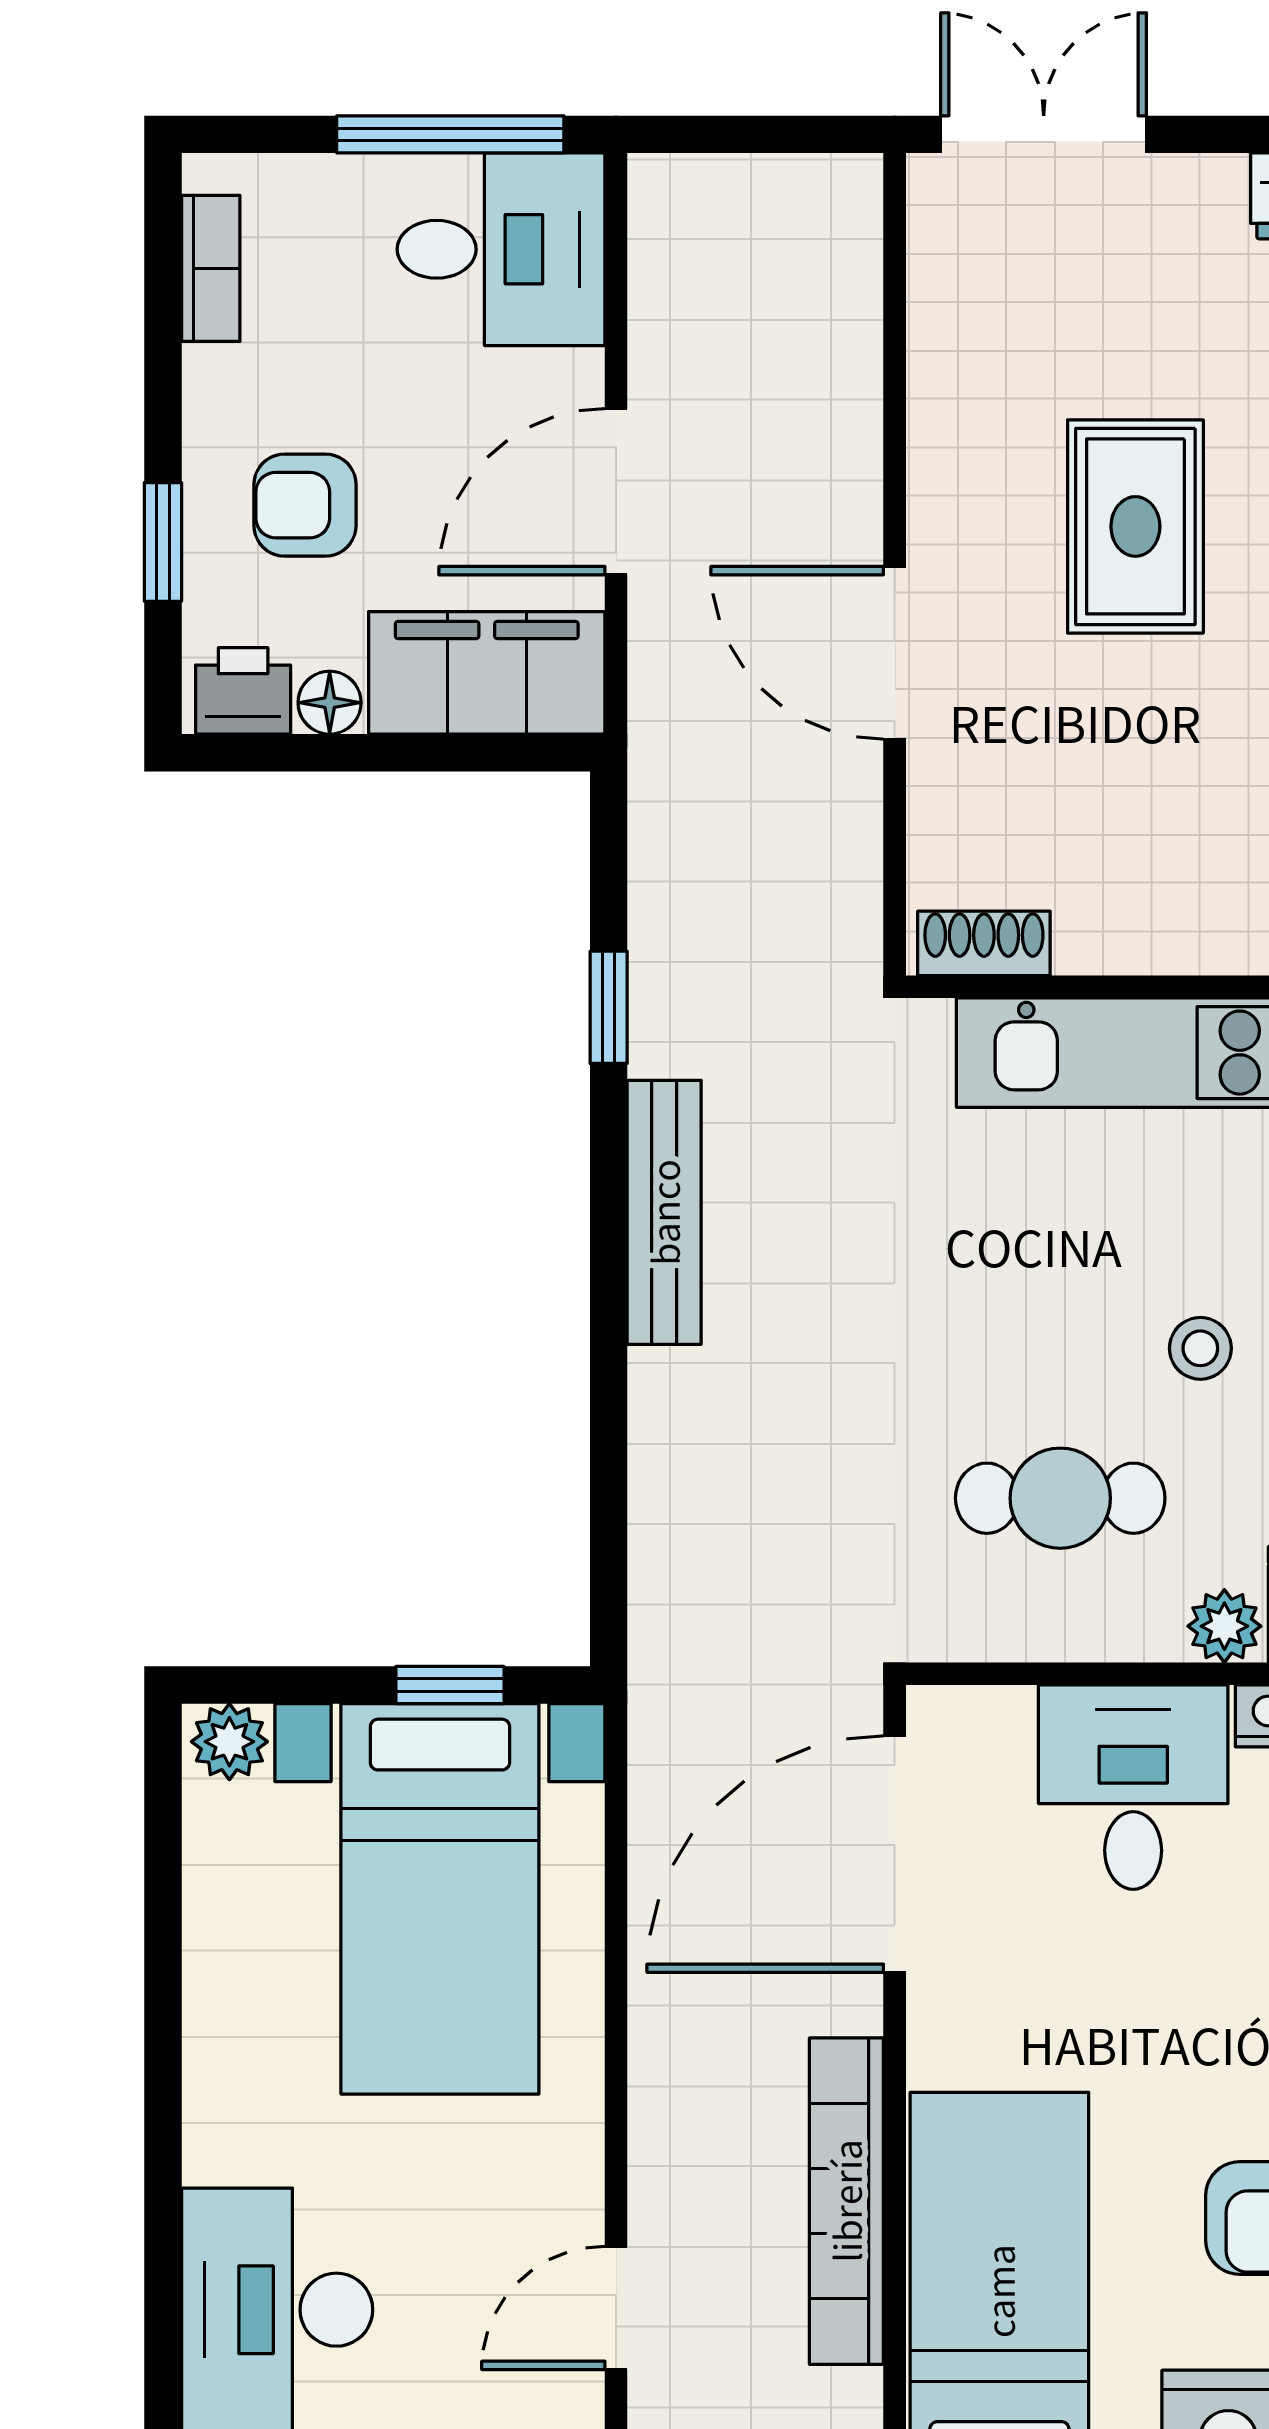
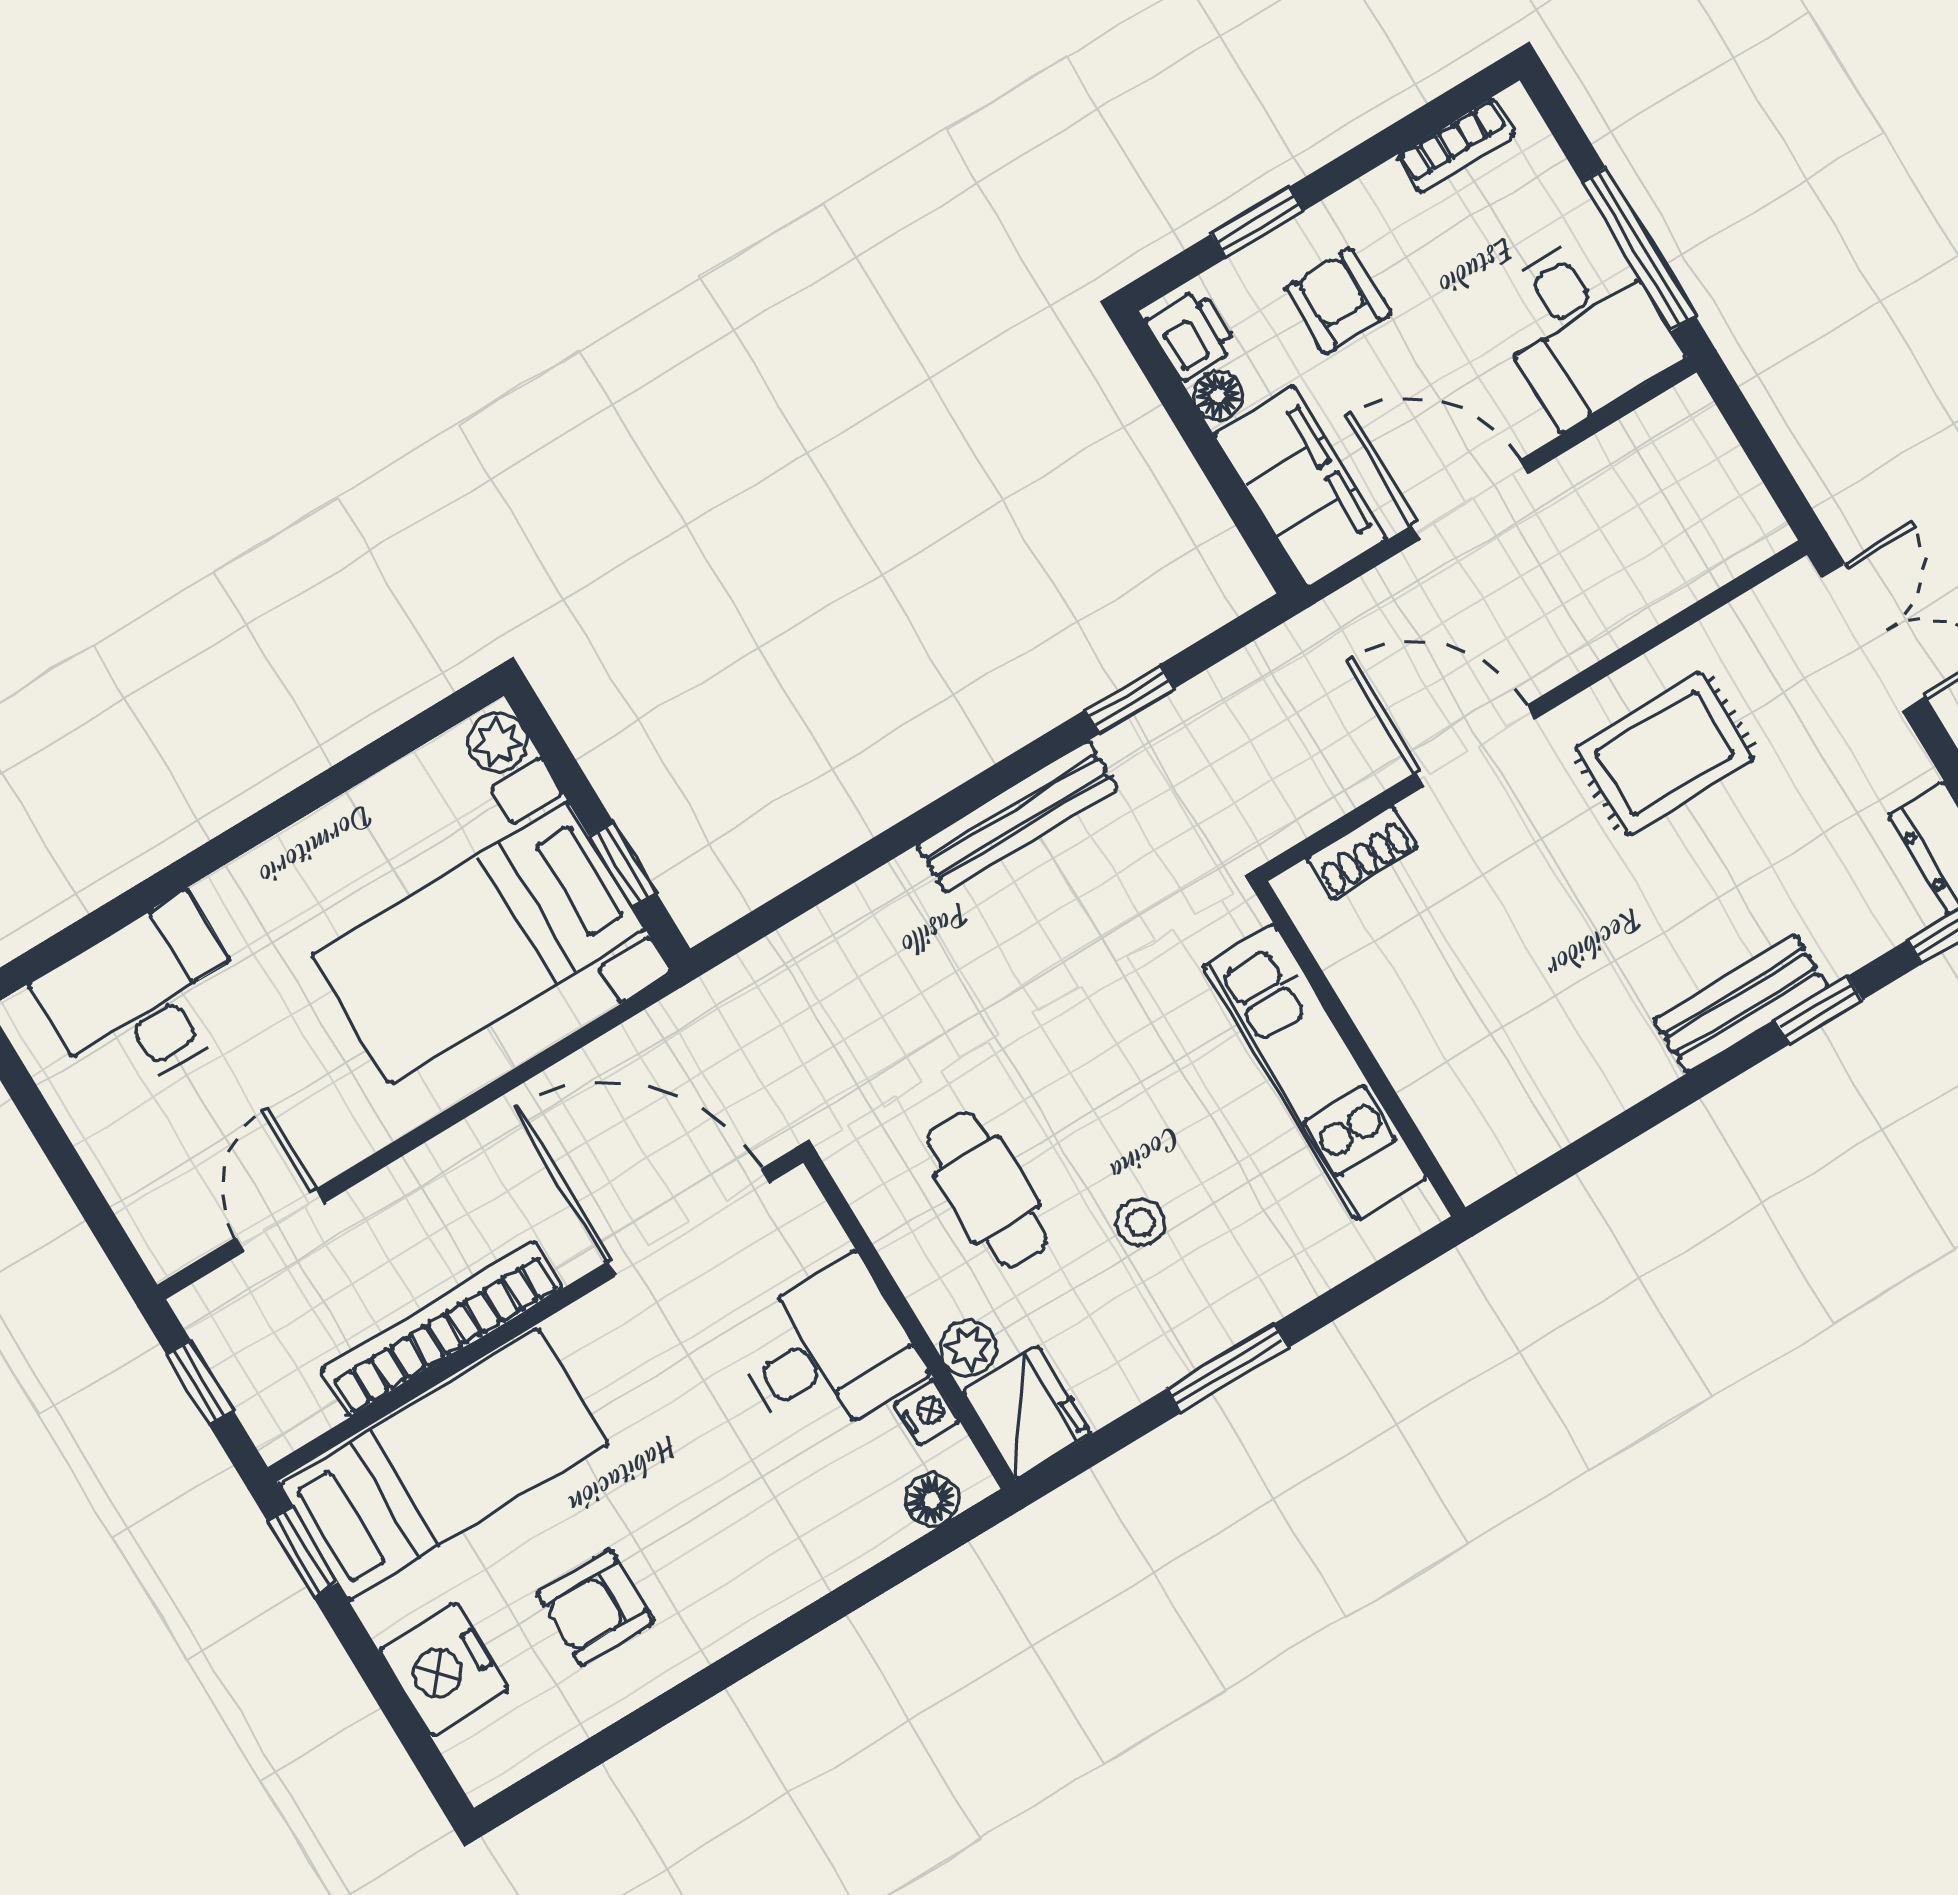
rug: (1135, 526) -> (1665, 753), moved
door: (895, 653) -> (1475, 746), hinge flipped
shoe rack: (984, 943) -> (1362, 853), moved, turned 90
door: (616, 2308) -> (280, 1220), hinge flipped

